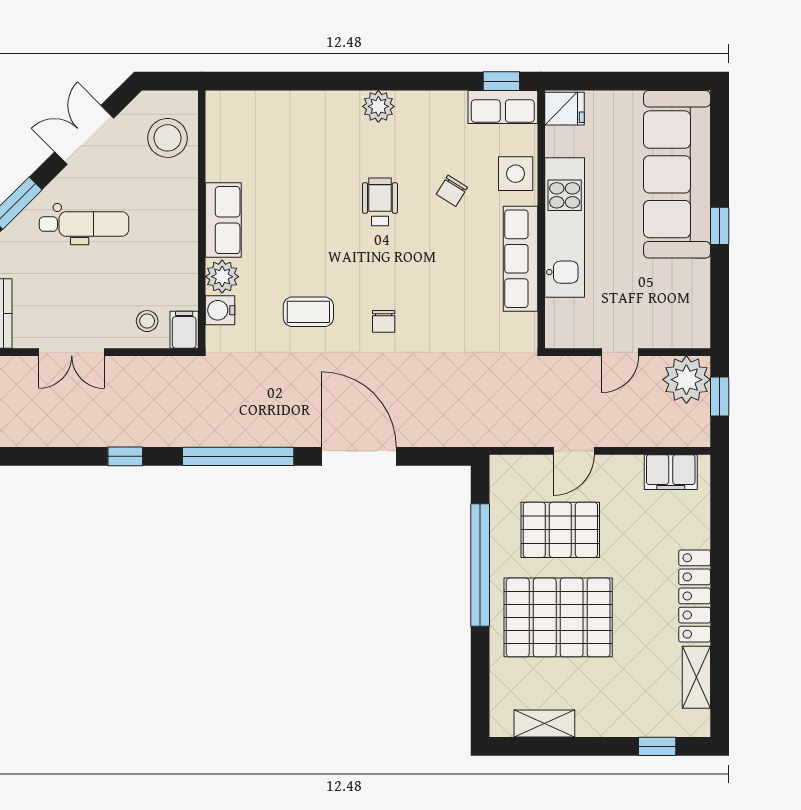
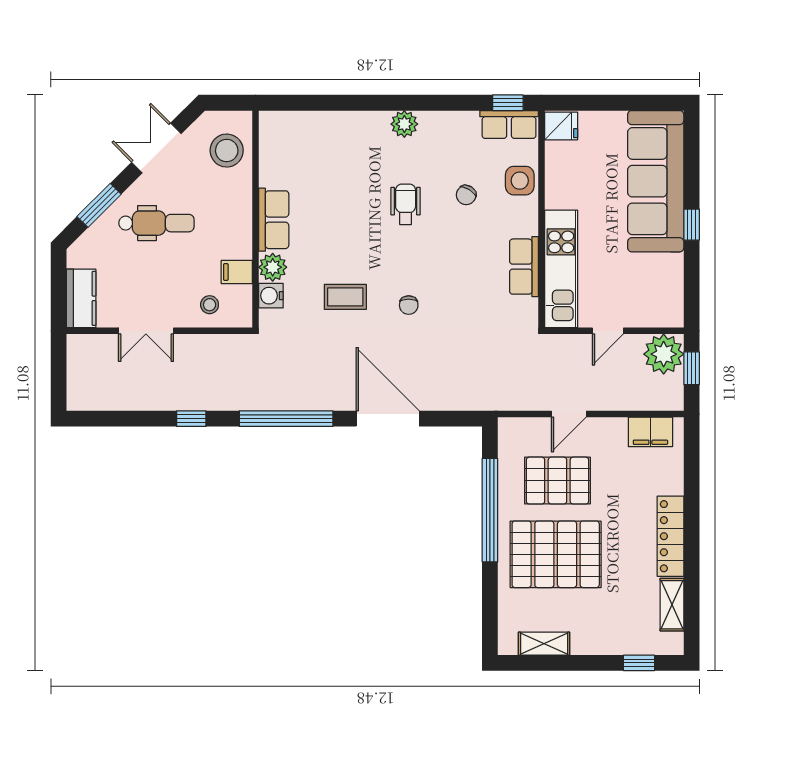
kitchen unit: (565, 227) -> (561, 269), moved
row of seats: (520, 259) -> (524, 267), width x0.68
filing cabinet: (184, 330) -> (237, 272), moved, turned -90

